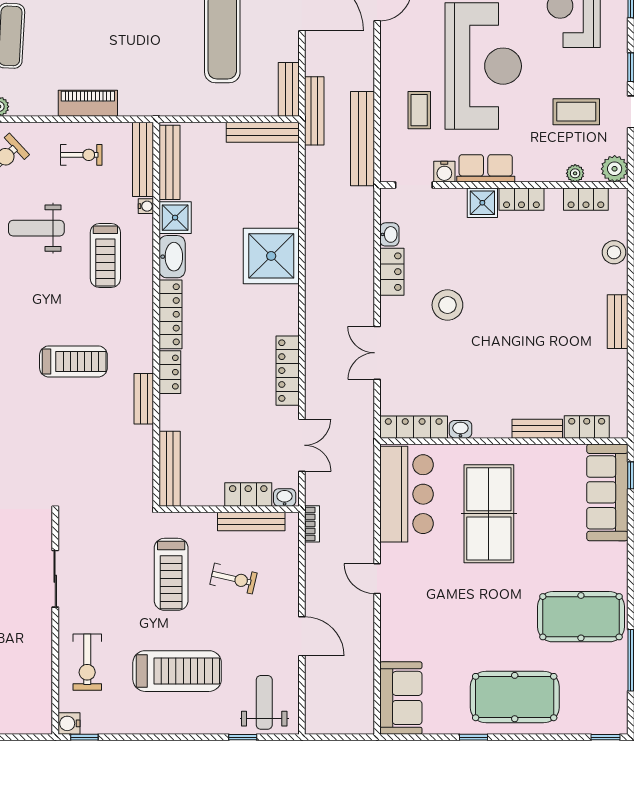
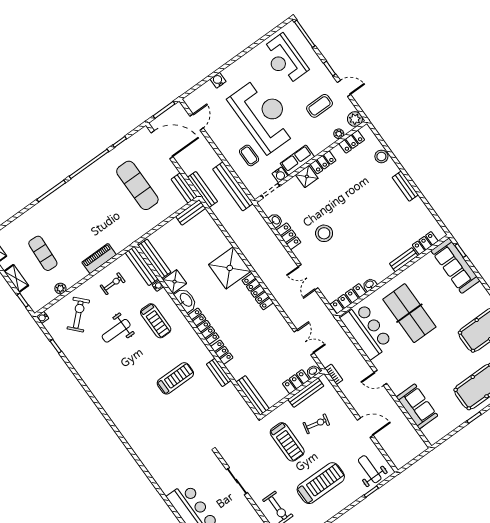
bench: (263, 132) -> (191, 212), width x0.73
locker: (288, 371) -> (258, 291), moved
sofa: (401, 698) -> (417, 406), moved

